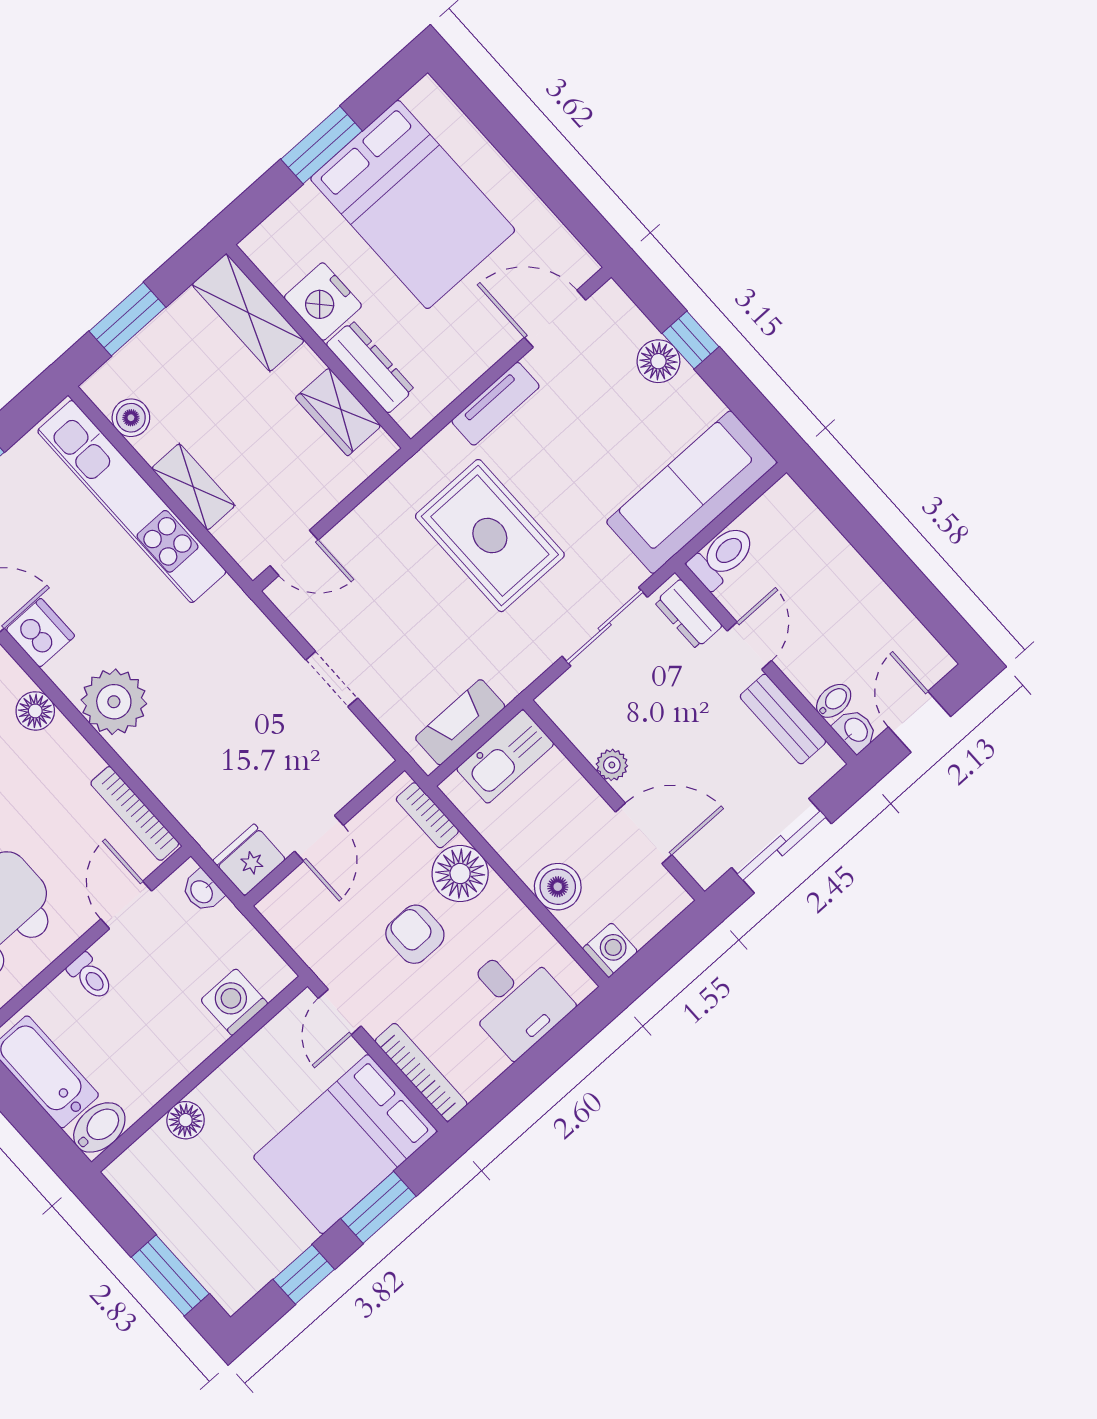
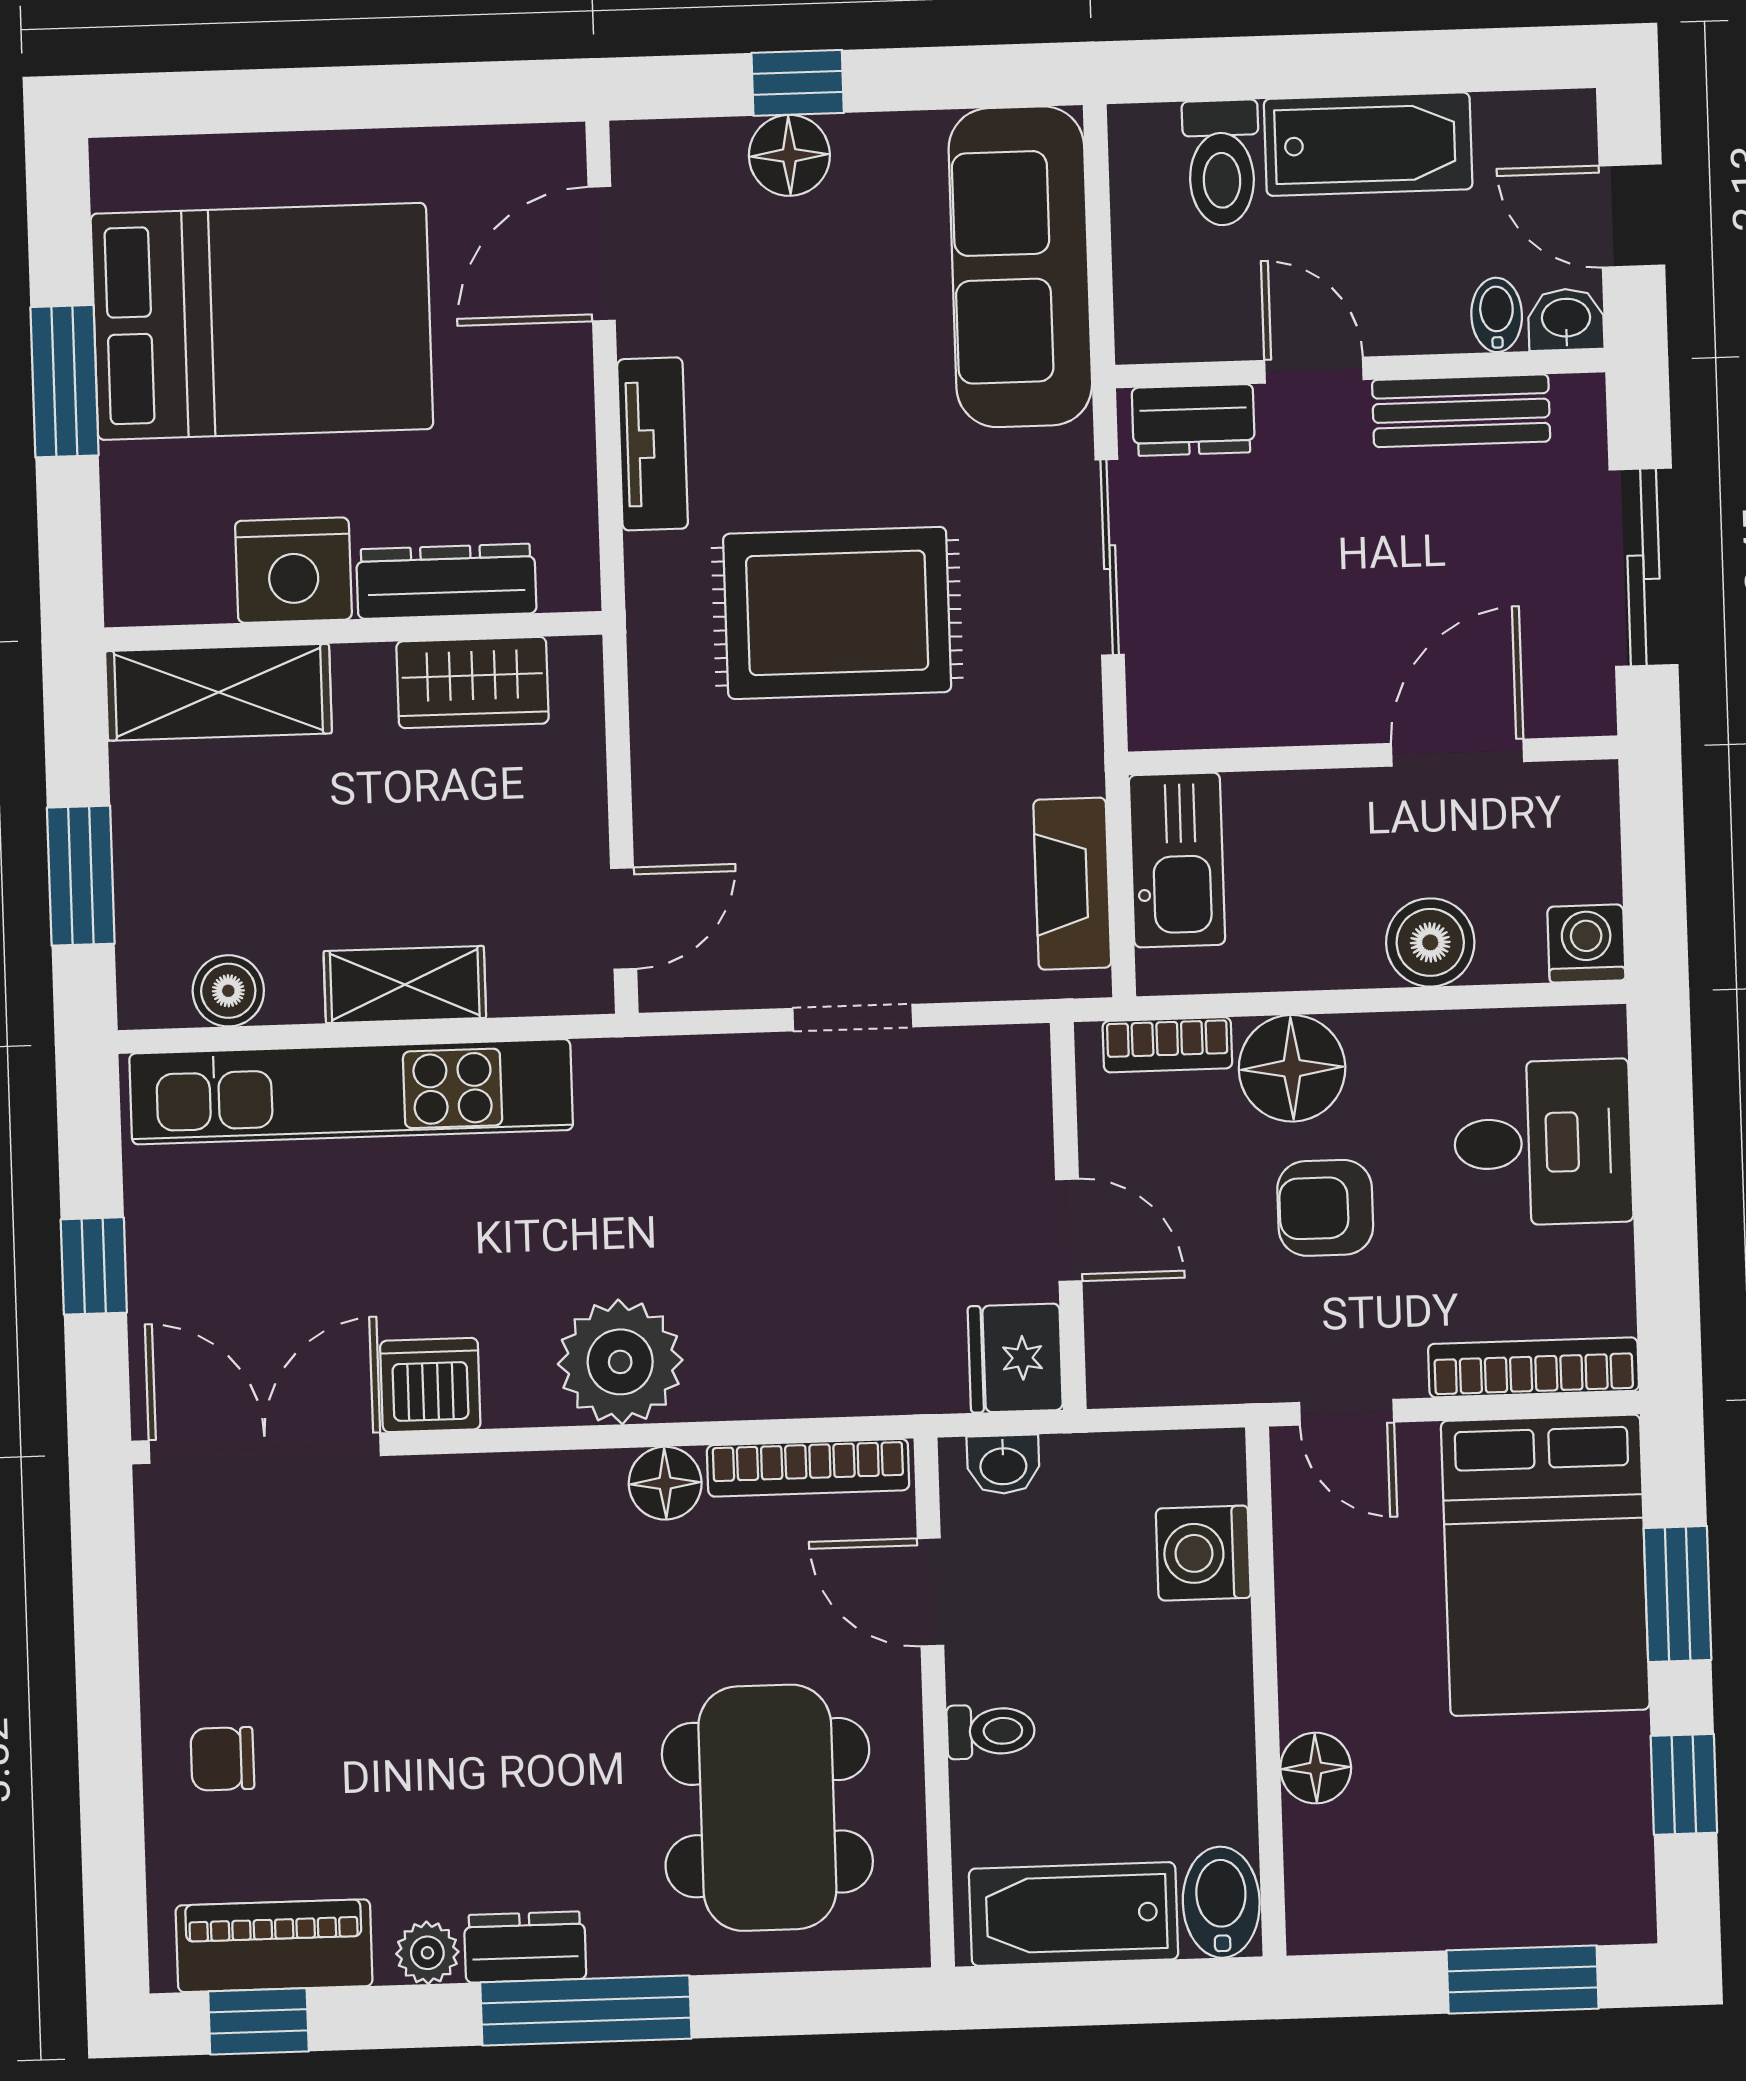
toilet: (722, 557) -> (1221, 163), moved, turned 180
bathtub: (859, 591) -> (1368, 144), added
floor lamp: (35, 711) -> (665, 1483), moved
plant: (612, 765) -> (1319, 715), removed

